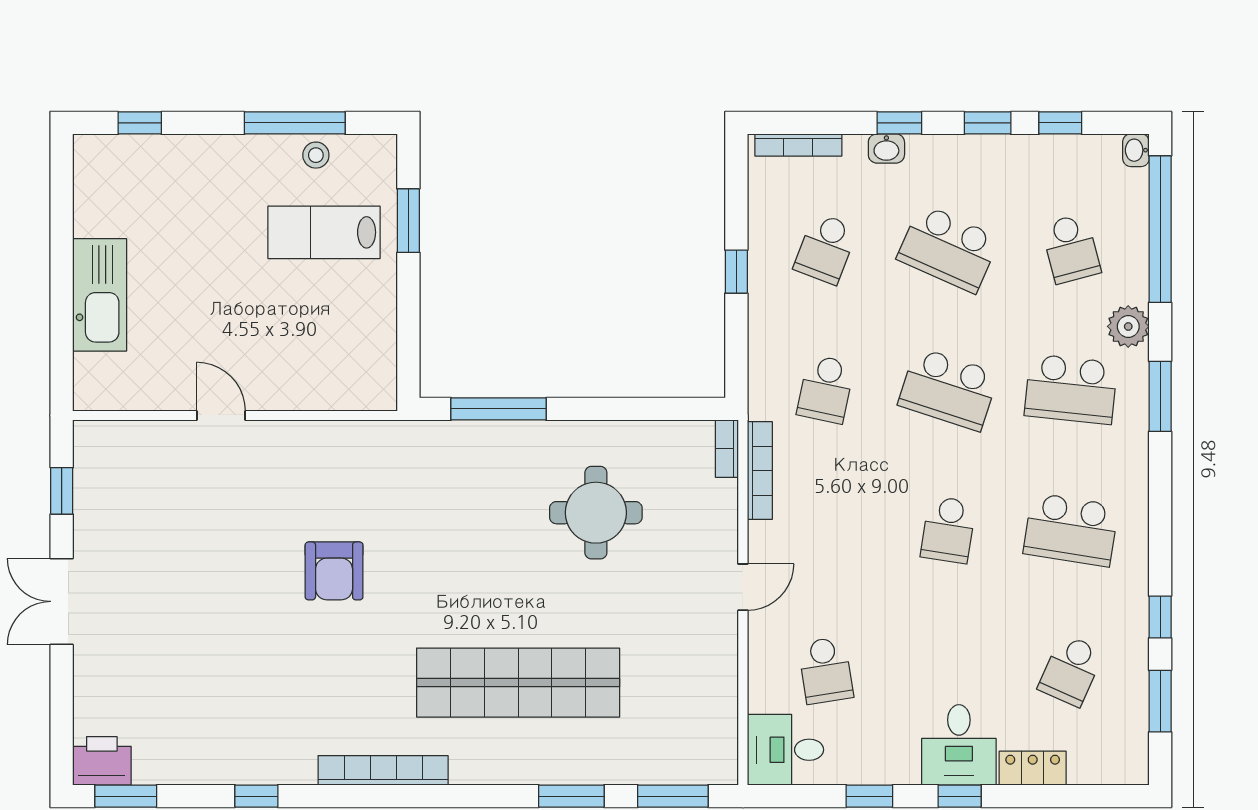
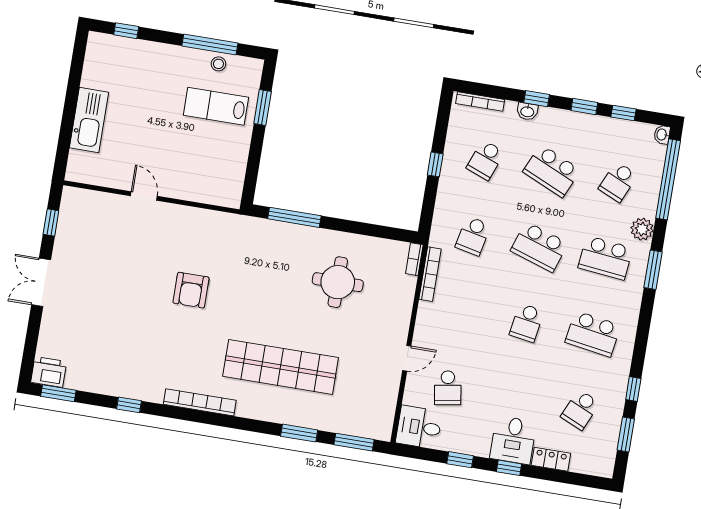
school desk: (1071, 249) -> (618, 182), turned 39
door: (743, 587) -> (407, 358), moved

